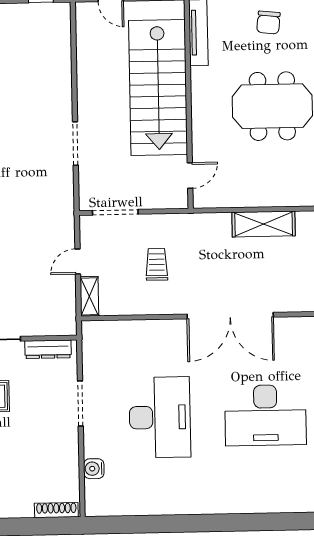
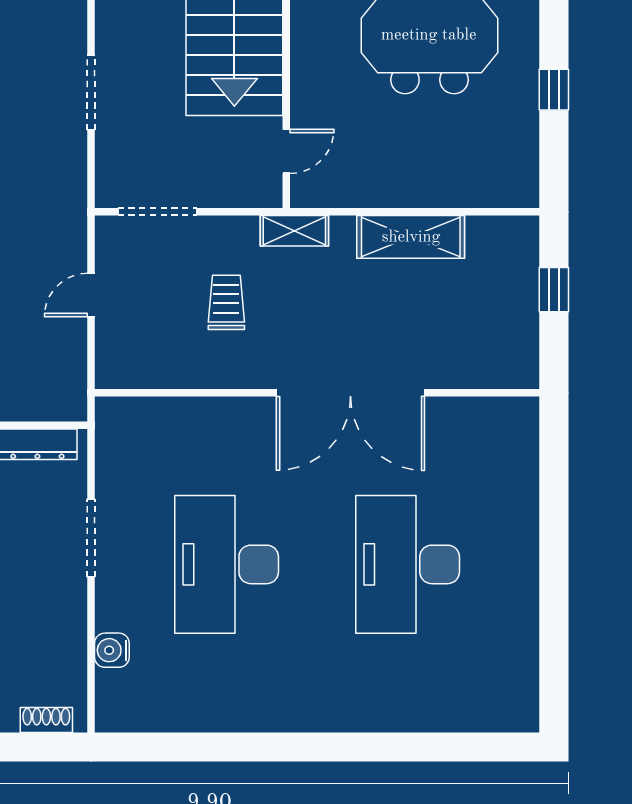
shelving: (89, 296) -> (294, 231), moved, turned 90
desk: (265, 415) -> (408, 564), turned 90
desk: (160, 417) -> (227, 564), turned 180
shoe rack: (56, 510) -> (46, 720), width x0.70

